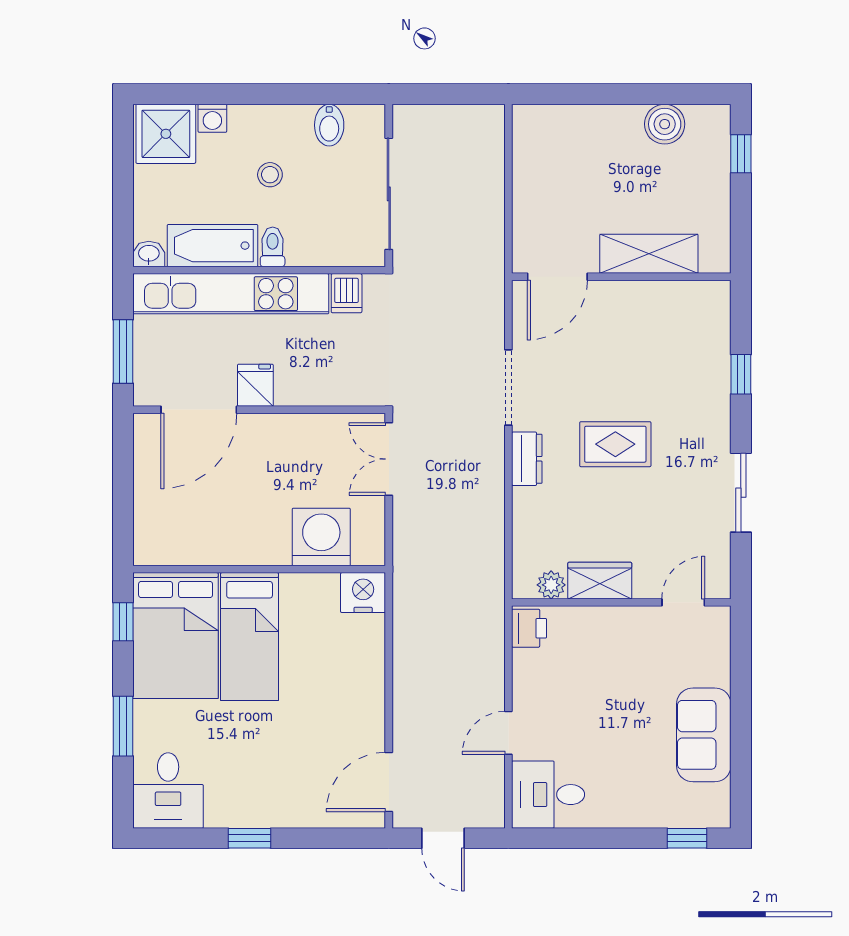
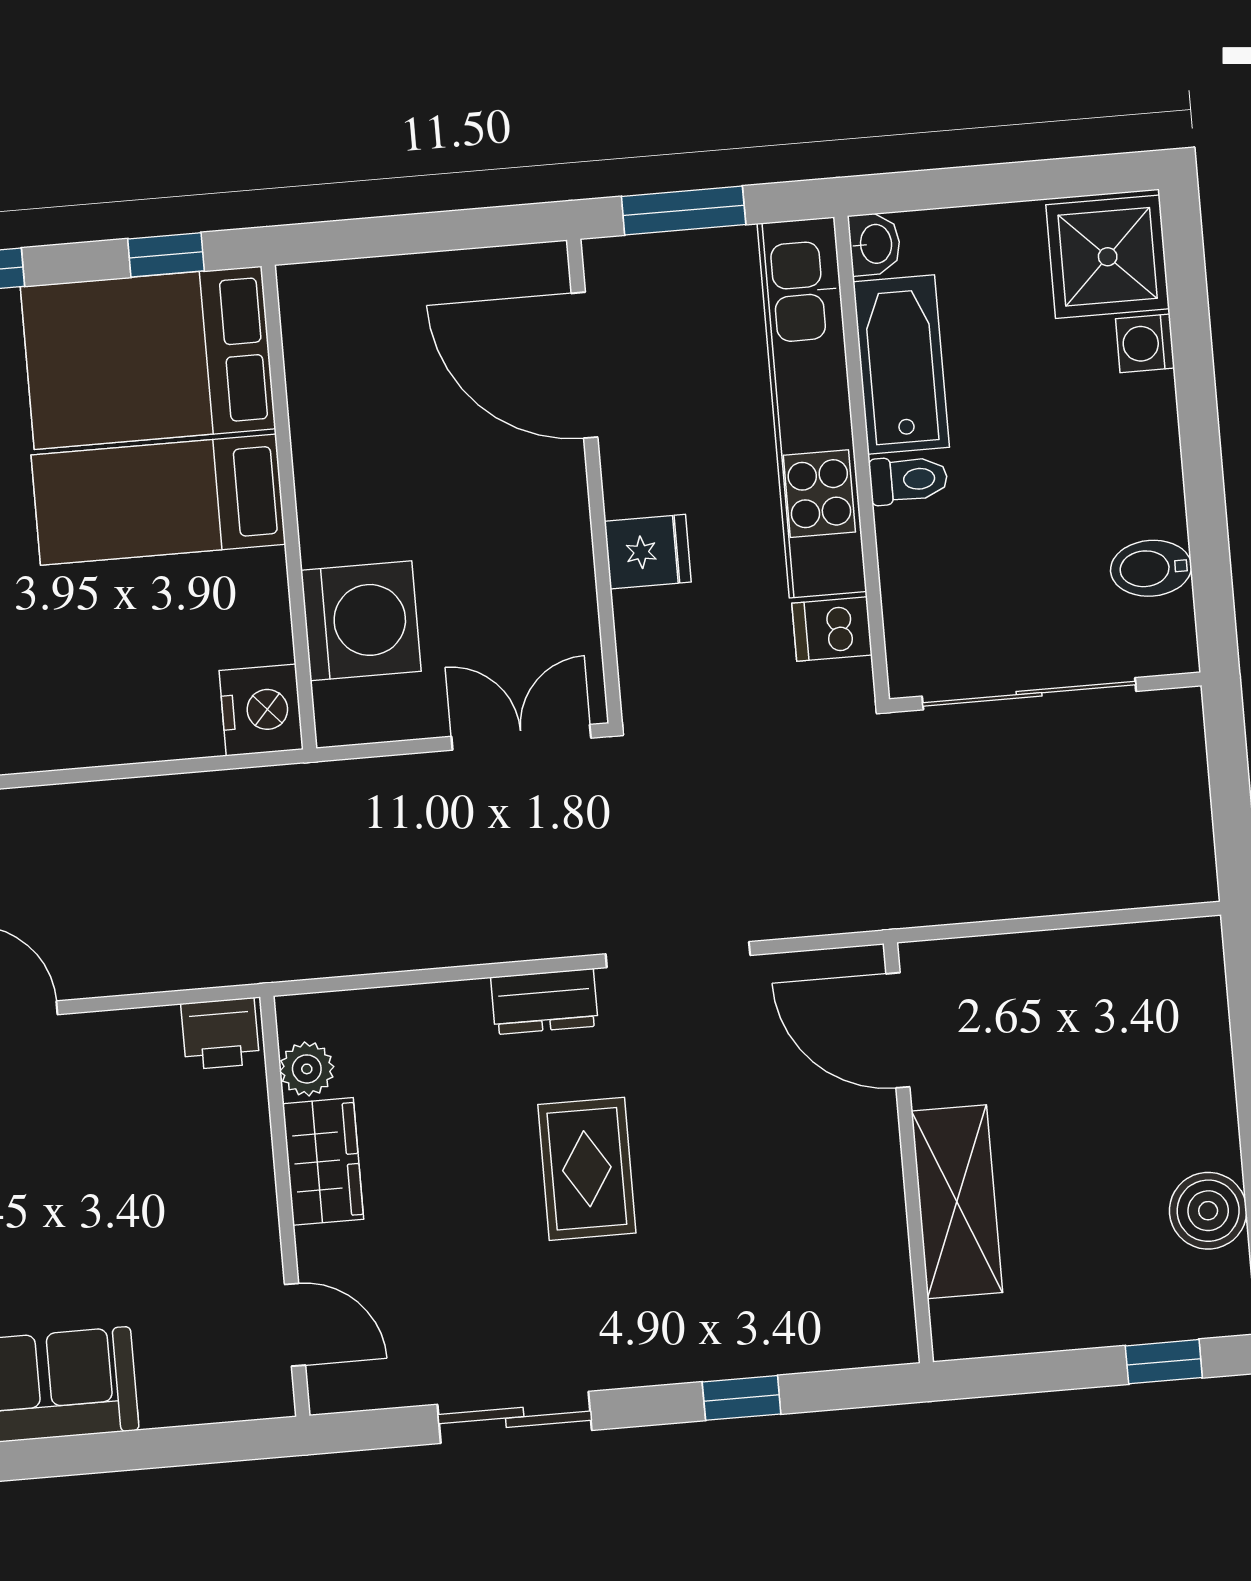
stool: (270, 175) -> (1046, 463), removed
fridge: (255, 385) -> (648, 552), moved

